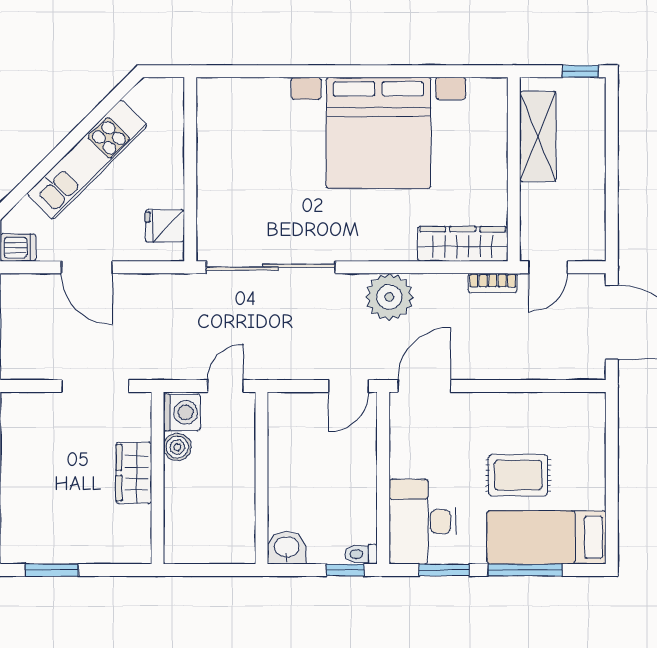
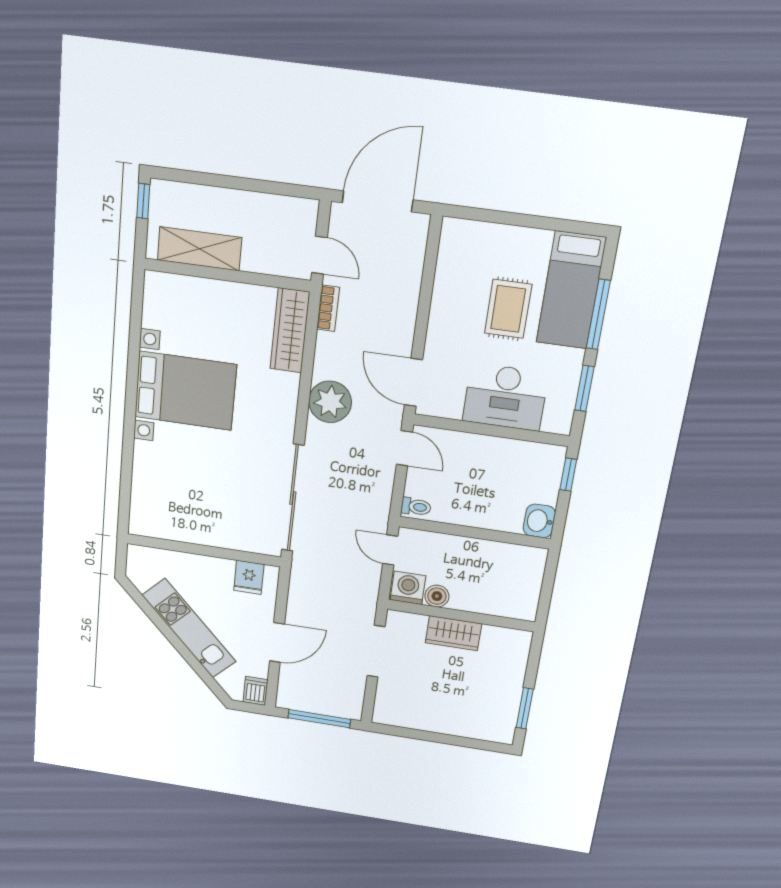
bed with nightstands: (378, 133) -> (185, 391), width x0.73
desk: (423, 522) -> (505, 397), moved
toilet: (361, 554) -> (416, 507), moved, turned -90

